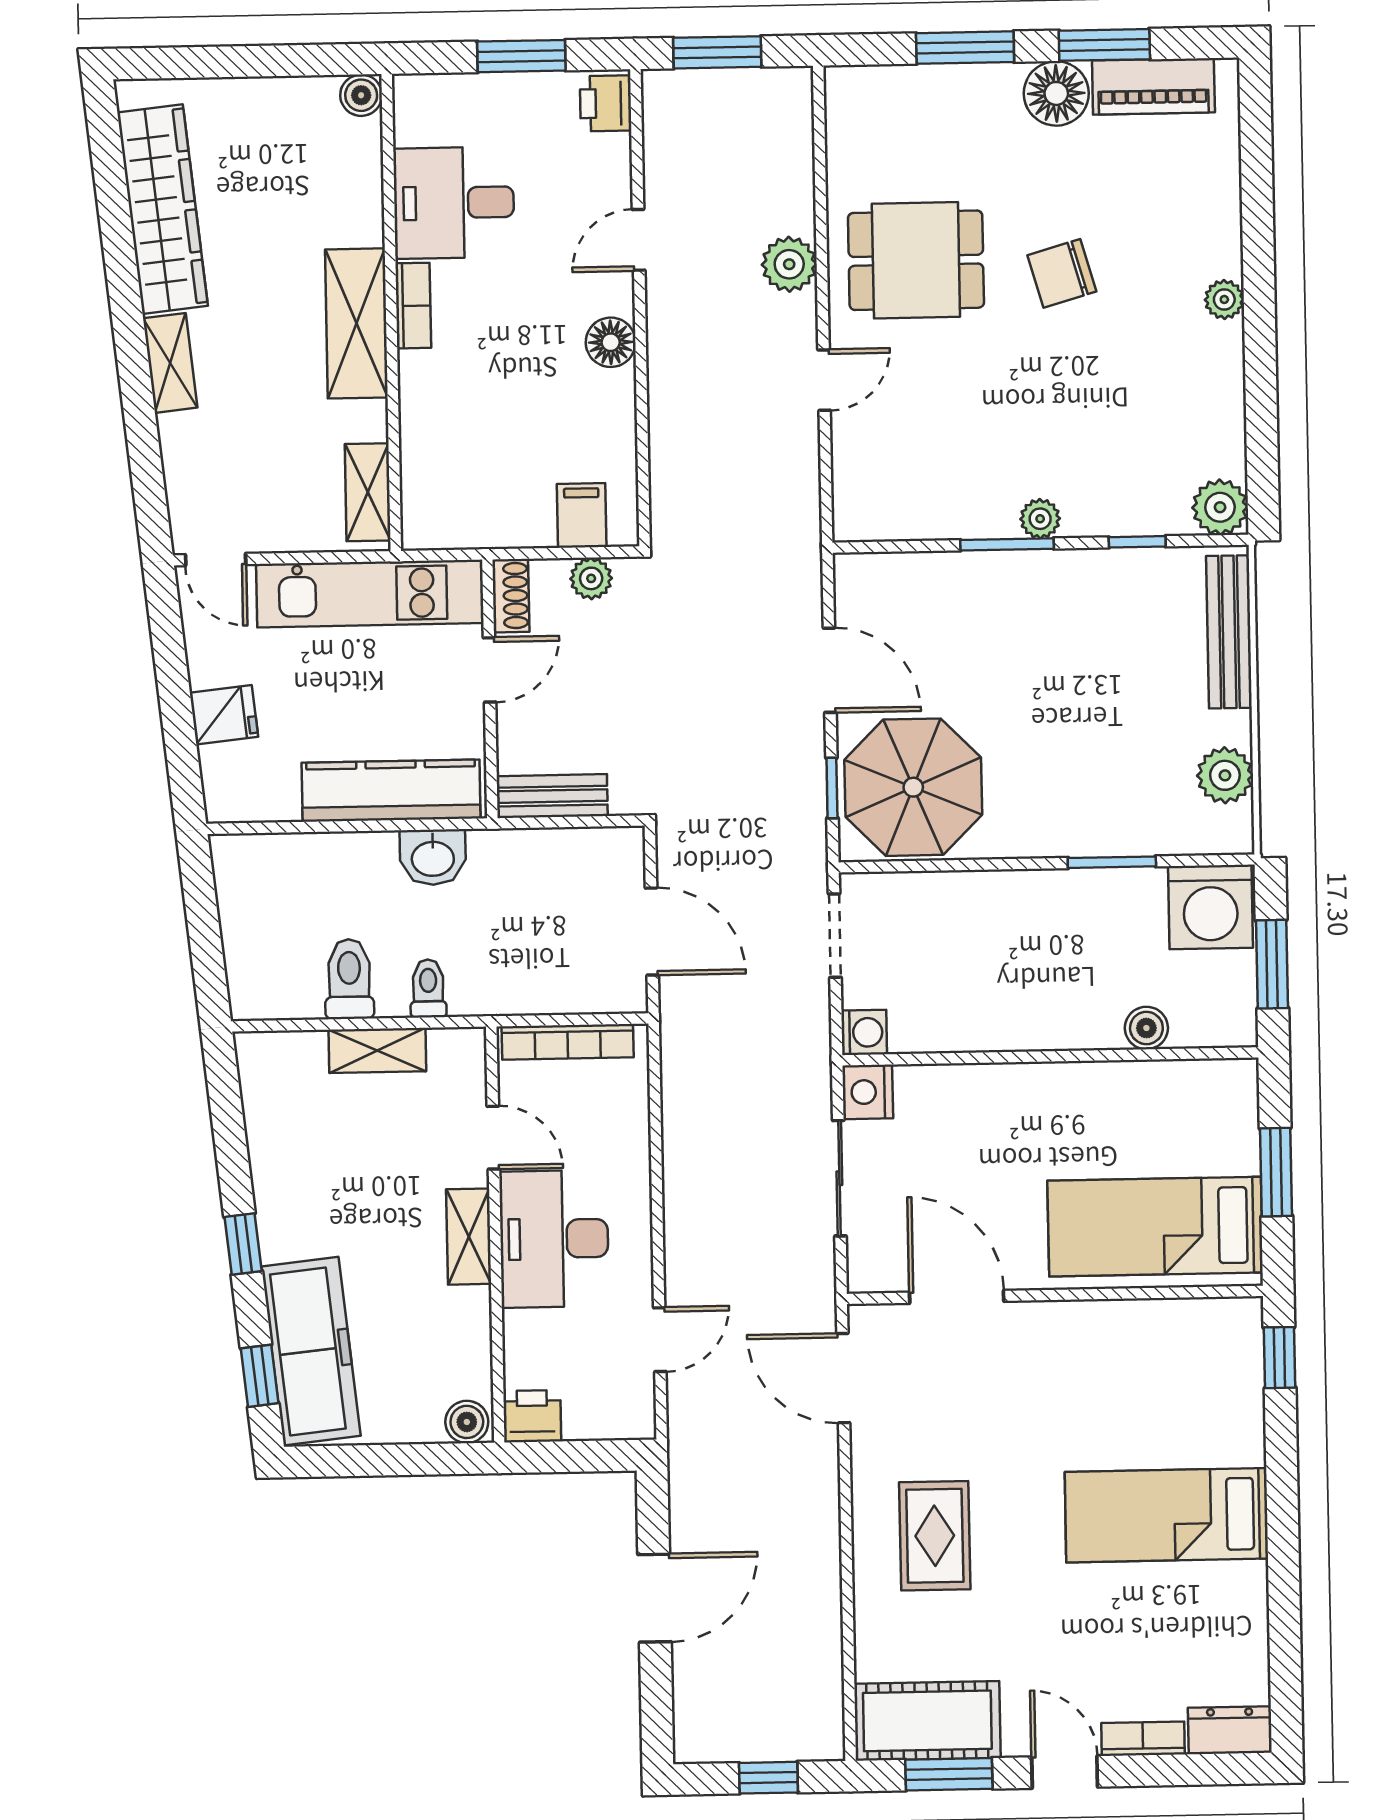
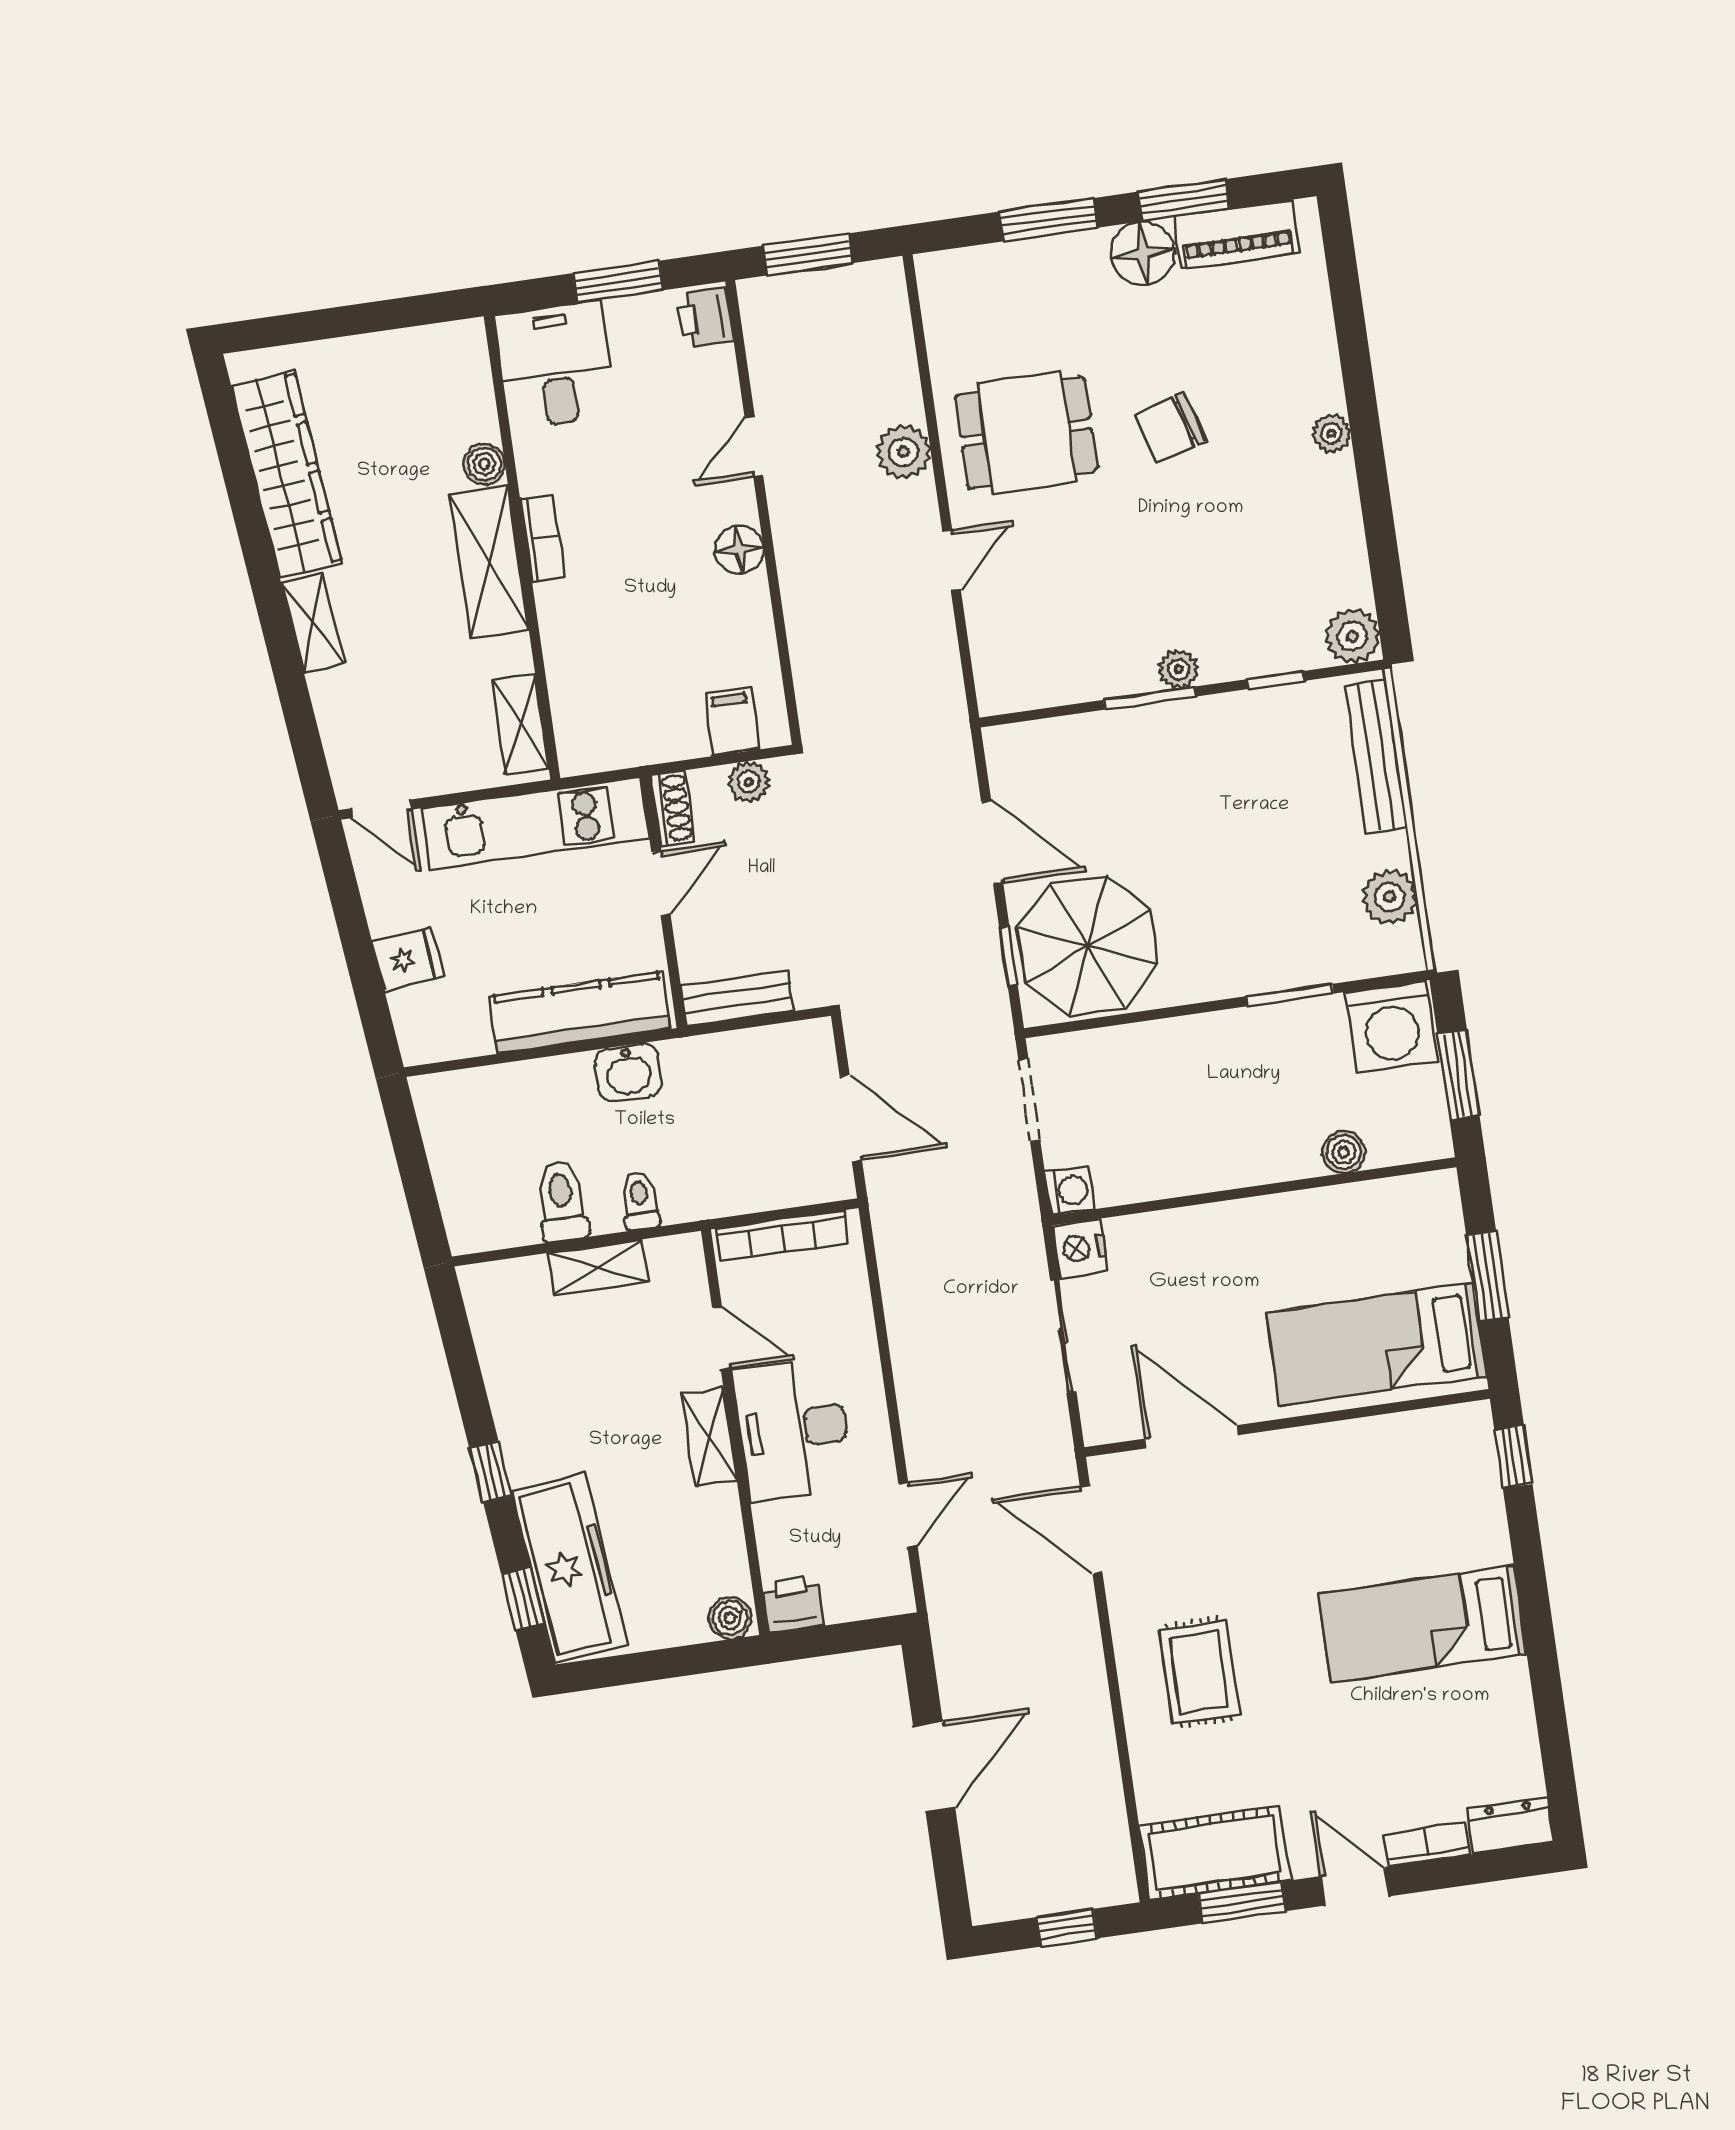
boiler: (361, 95) -> (484, 464), moved
desk: (454, 203) -> (556, 365), moved, turned 90

